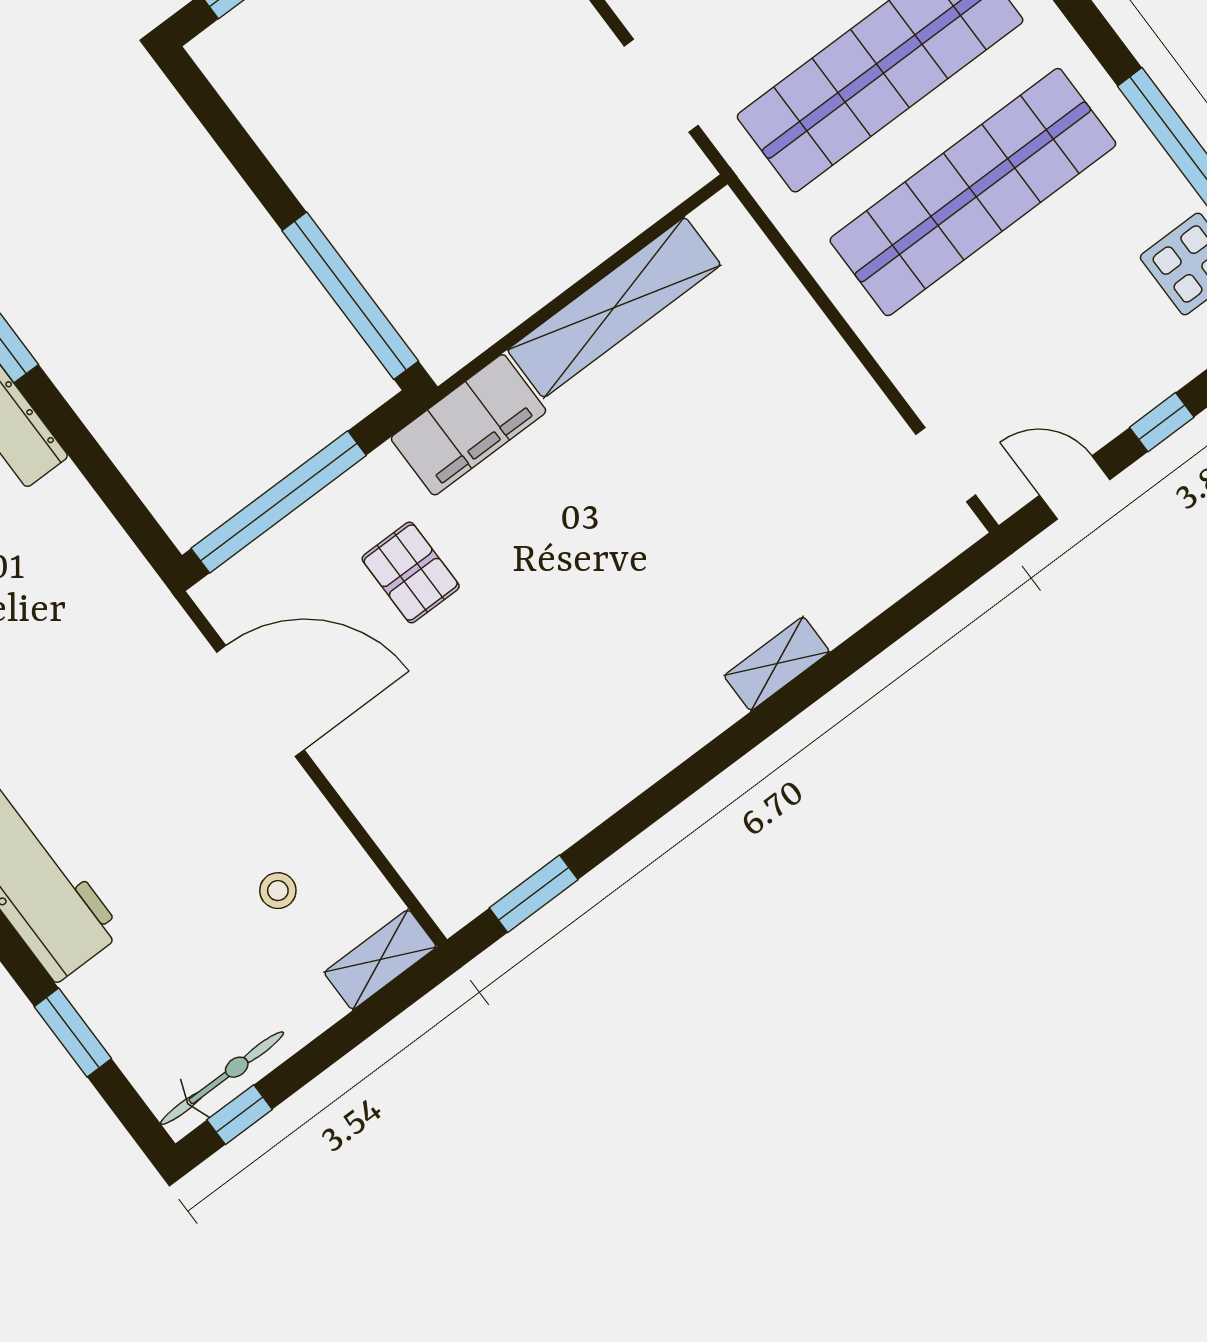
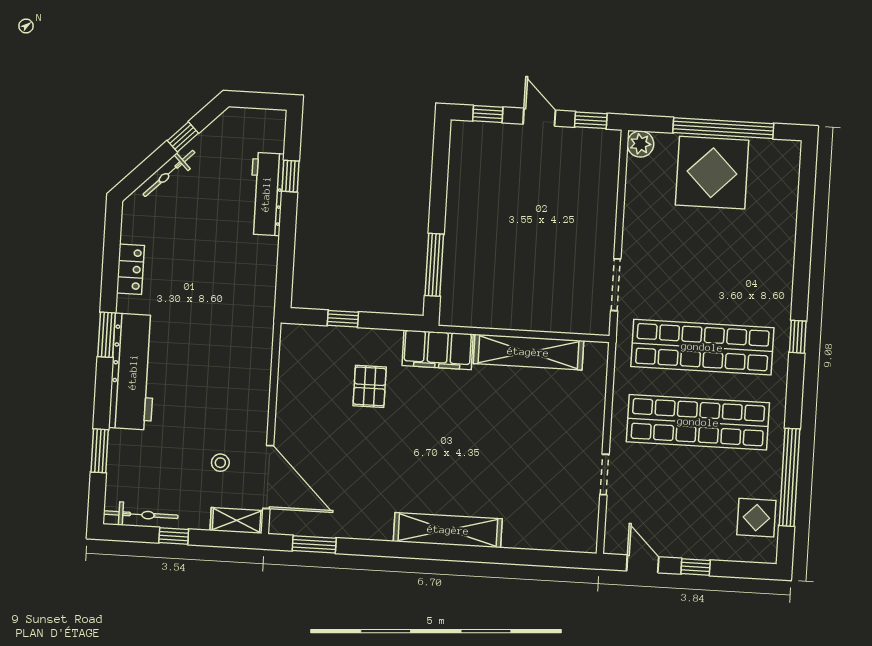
window: (350, 296) -> (434, 265), width x0.68
doorway: (946, 465) -> (604, 474), moved
window: (279, 502) -> (343, 319), width x0.32
shelving: (777, 664) -> (448, 530), width x2.20, depth x1.33
door: (261, 701) -> (268, 477), moved
window: (240, 1115) -> (174, 536), moved

